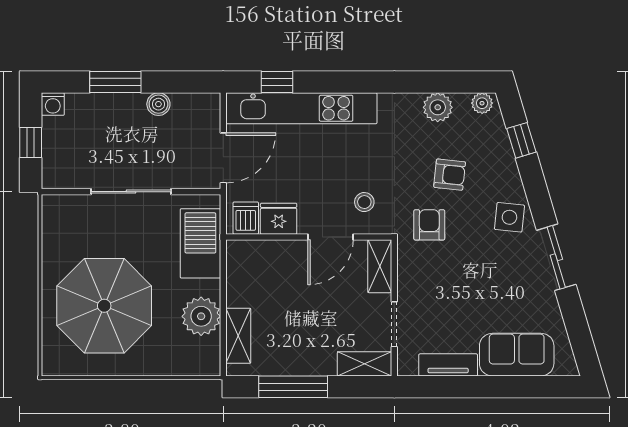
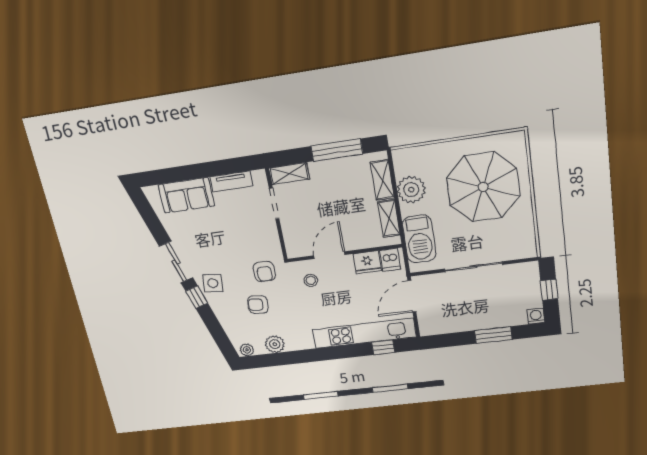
boiler: (158, 104) -> (462, 325), removed
window: (521, 140) -> (197, 297), moved
shelving: (380, 266) -> (389, 218), moved

